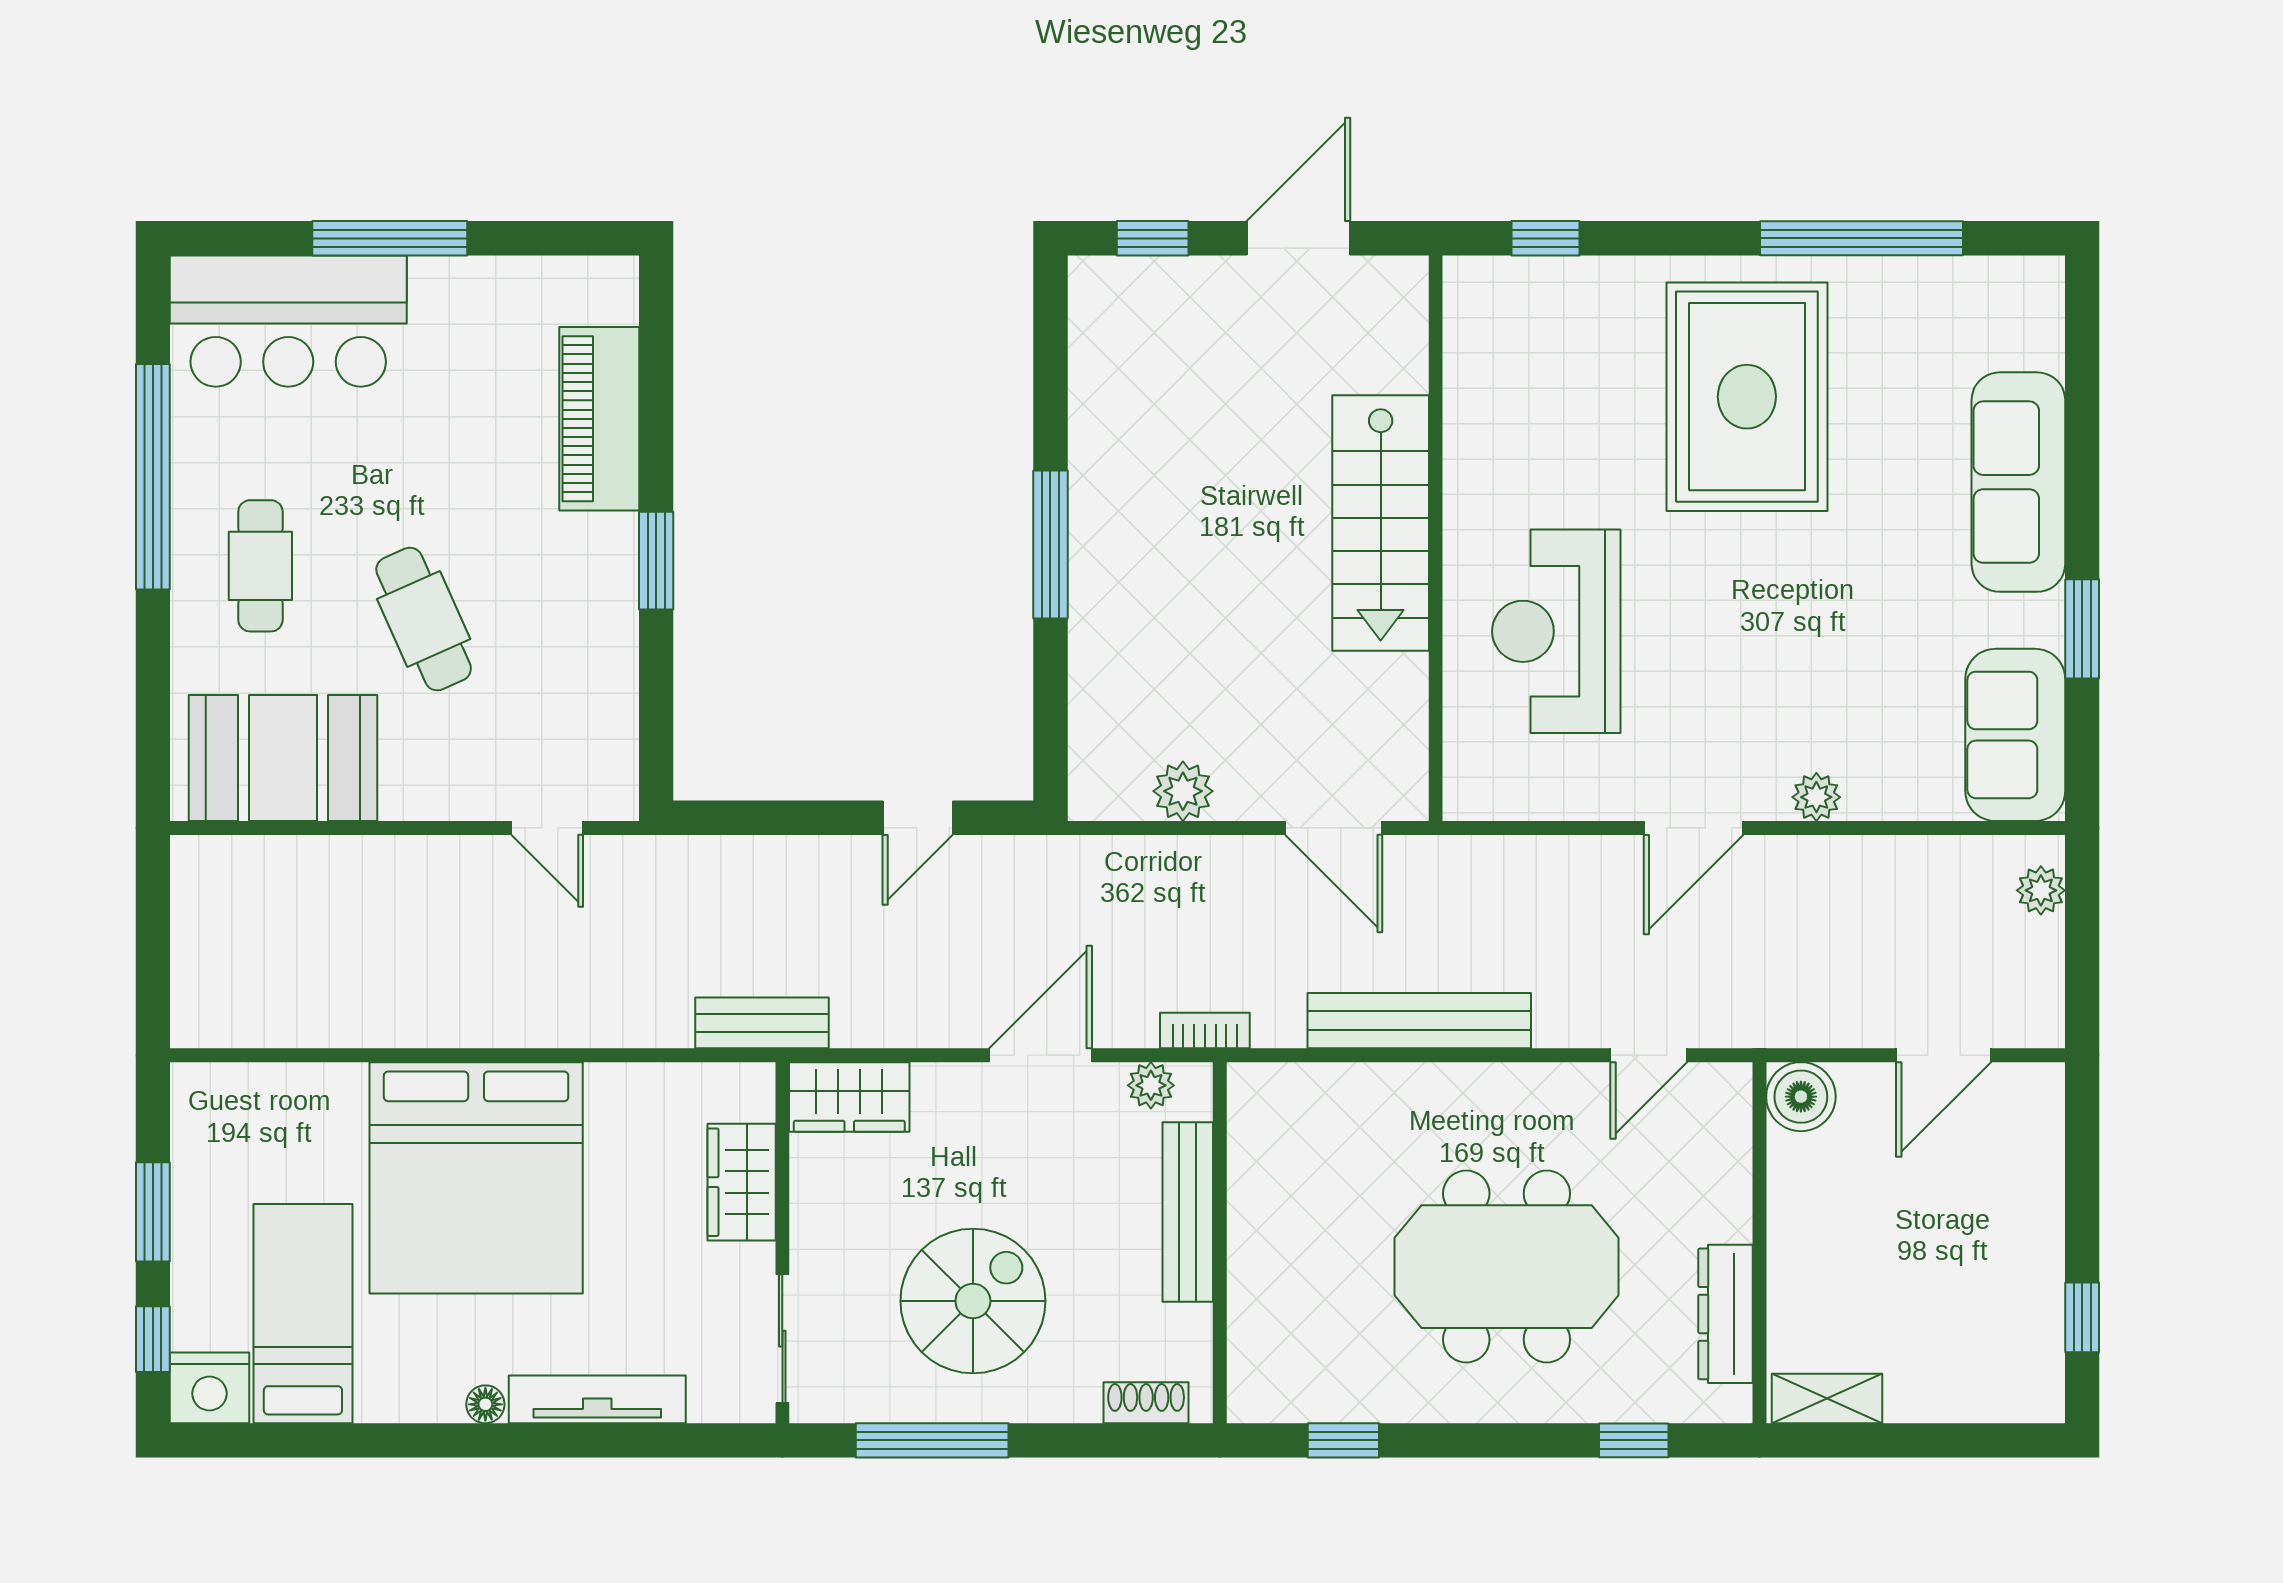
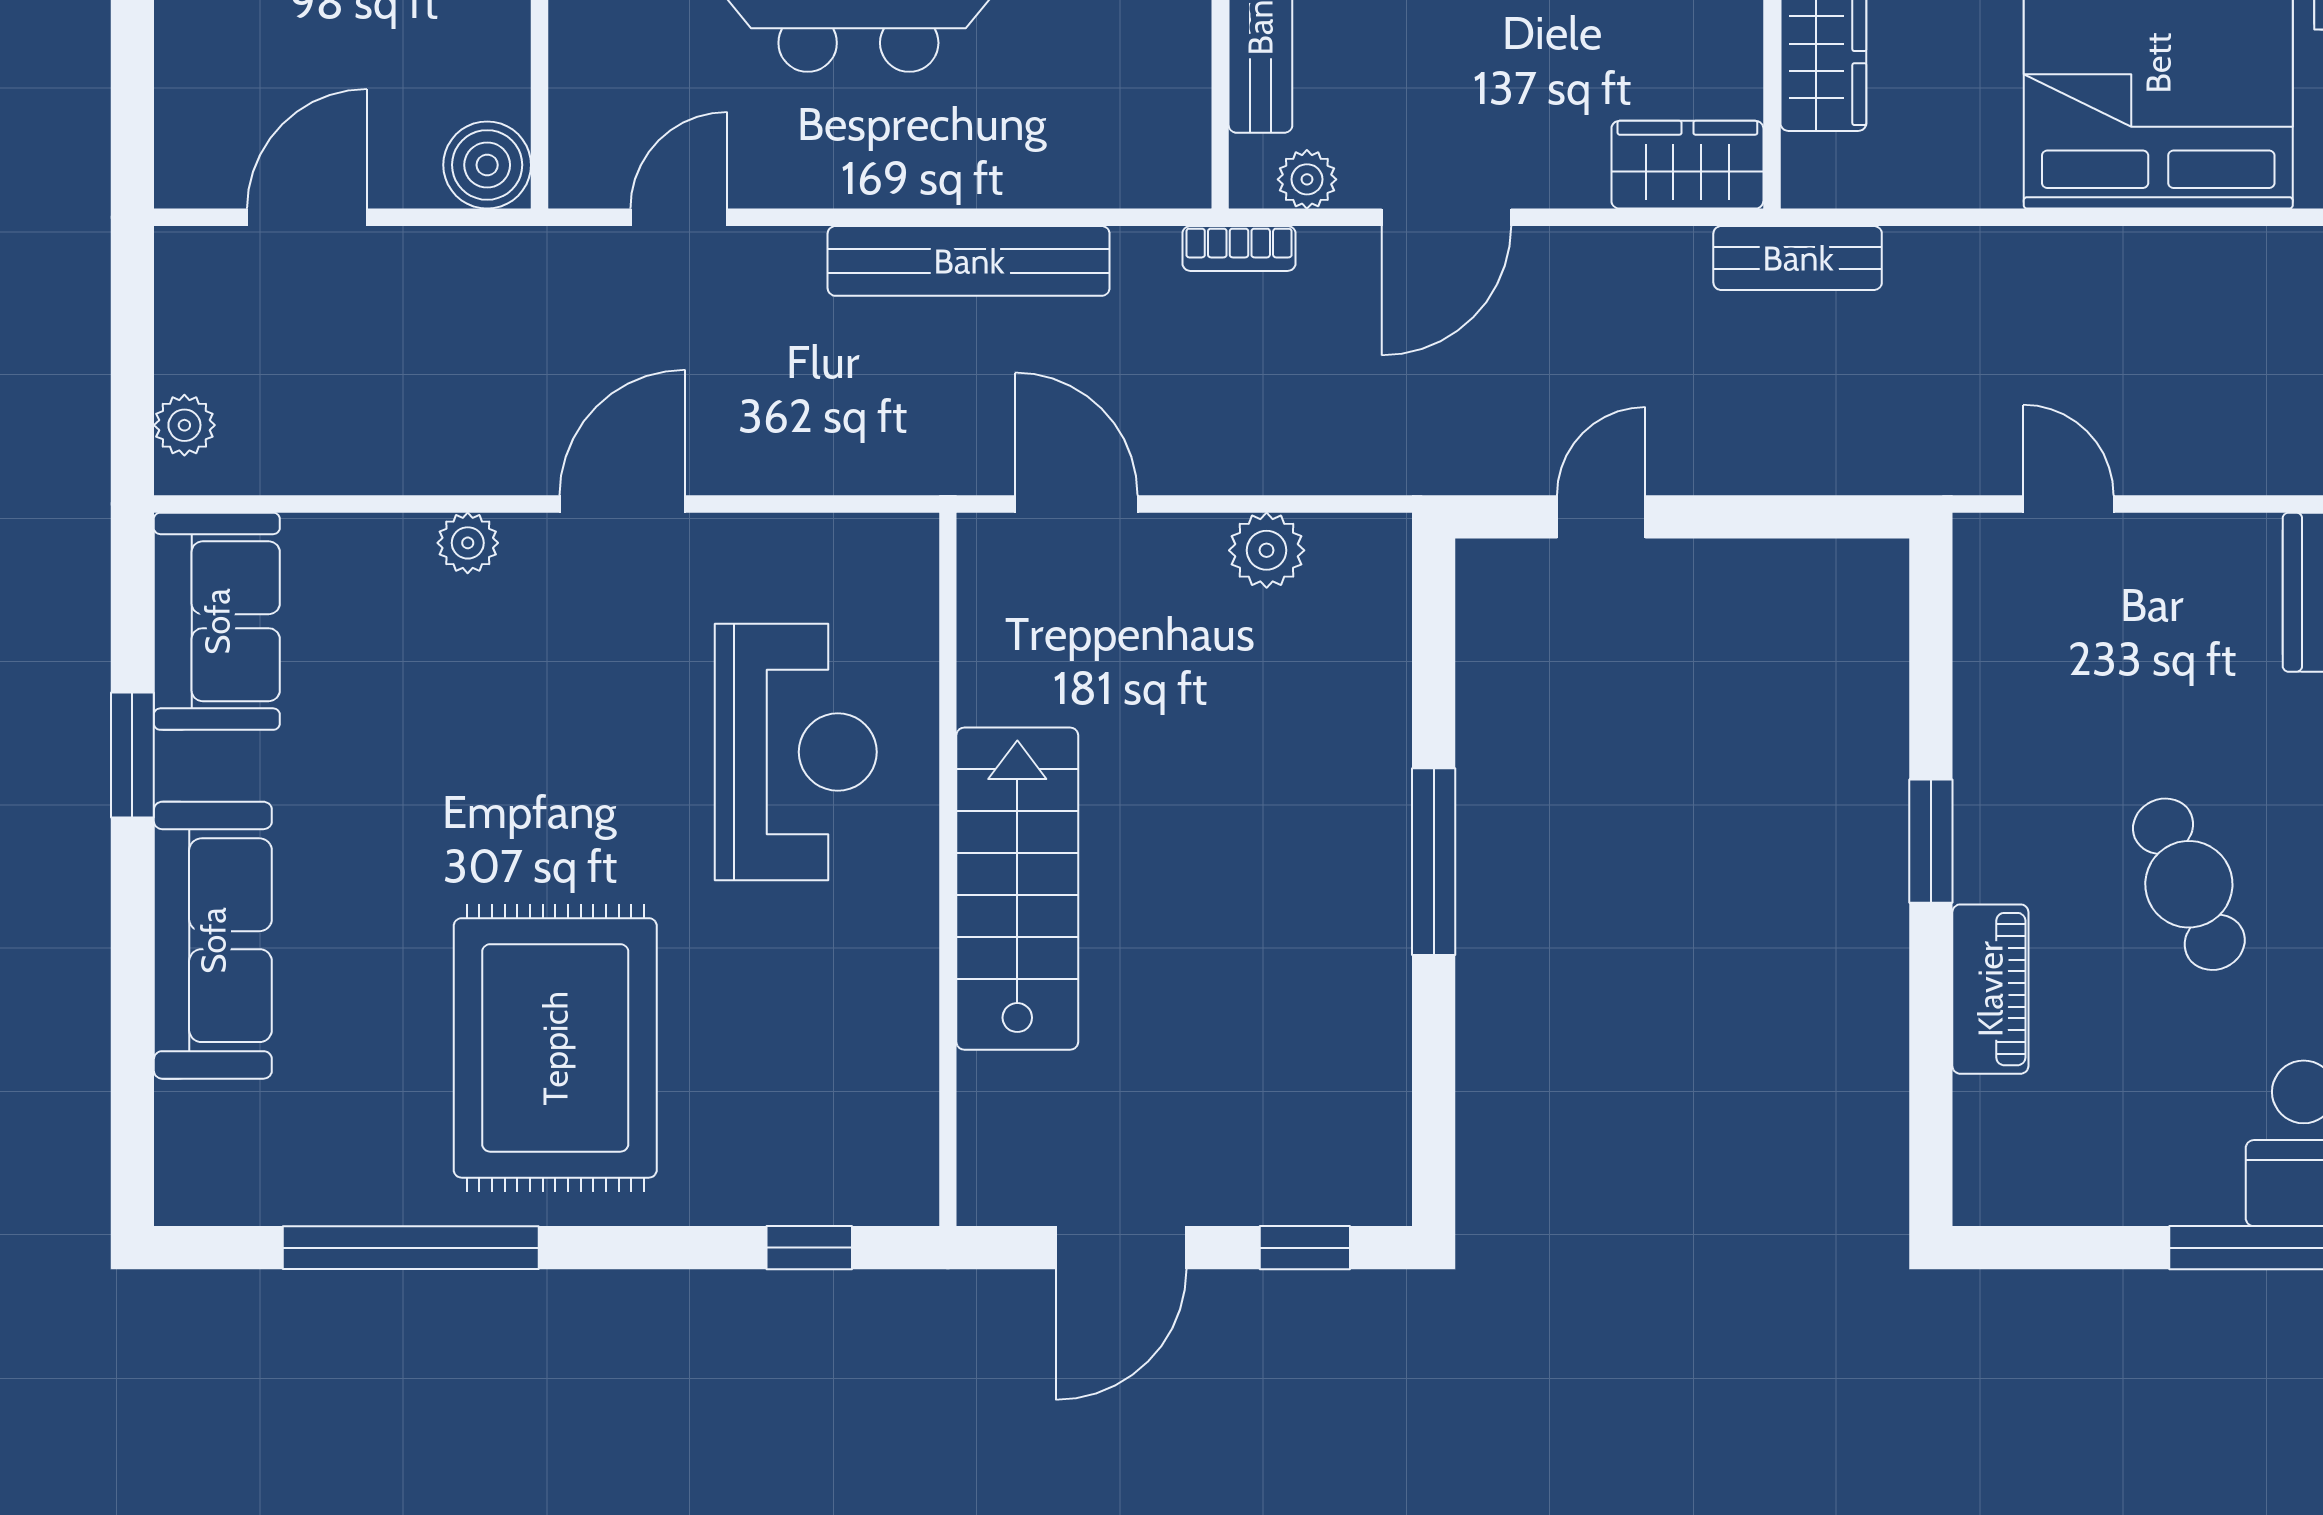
piano: (599, 419) -> (1990, 989), width x0.73, depth x0.75
cafe table: (424, 619) -> (2189, 884), moved

